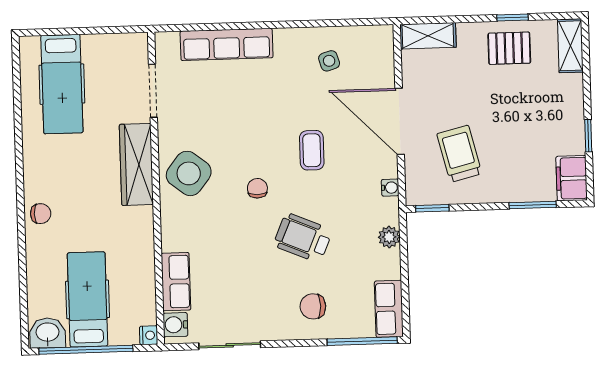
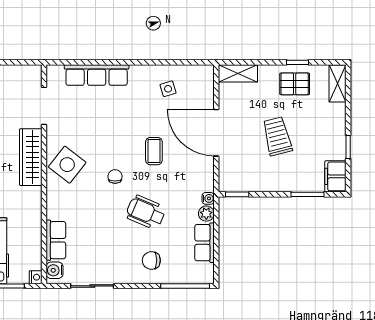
trolley: (459, 154) -> (277, 136), moved
water cooler: (390, 188) -> (208, 198), moved
row of seats: (389, 309) -> (205, 243), moved

